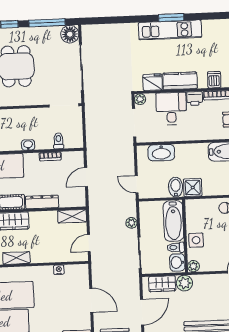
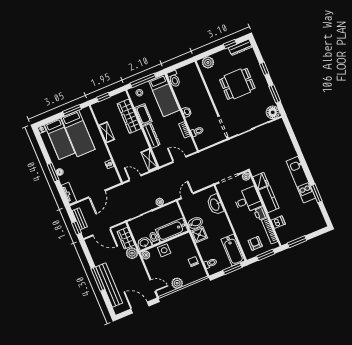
window: (171, 18) -> (316, 193), moved
window: (47, 23) -> (275, 94), width x0.69

